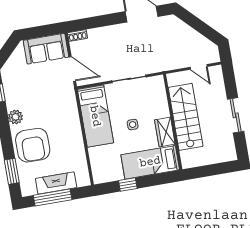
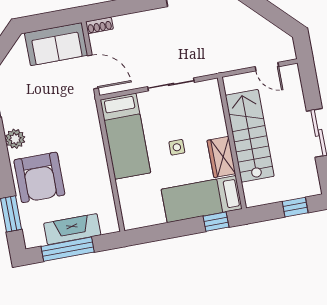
window: (218, 169) -> (295, 207), added
window: (128, 184) -> (216, 222), moved

